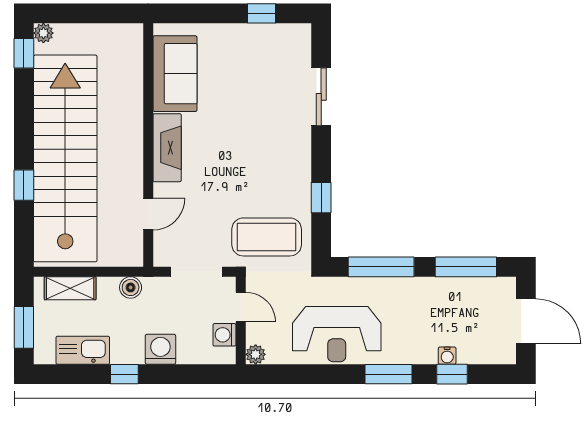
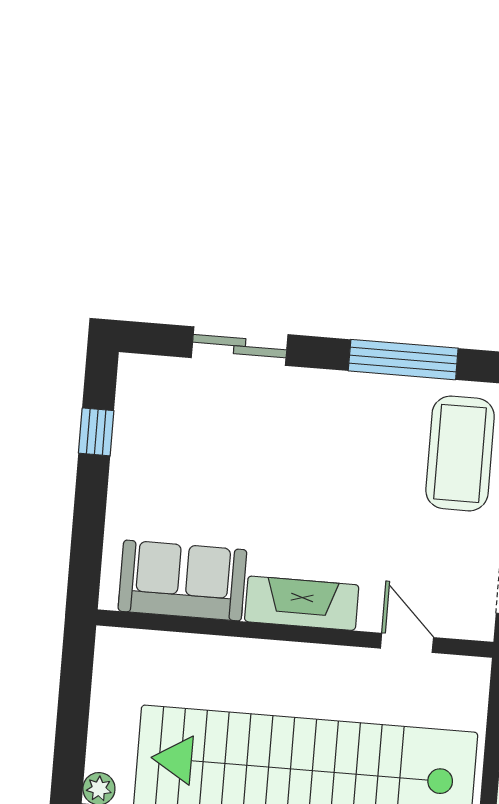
window: (321, 198) -> (403, 360), width x2.17

